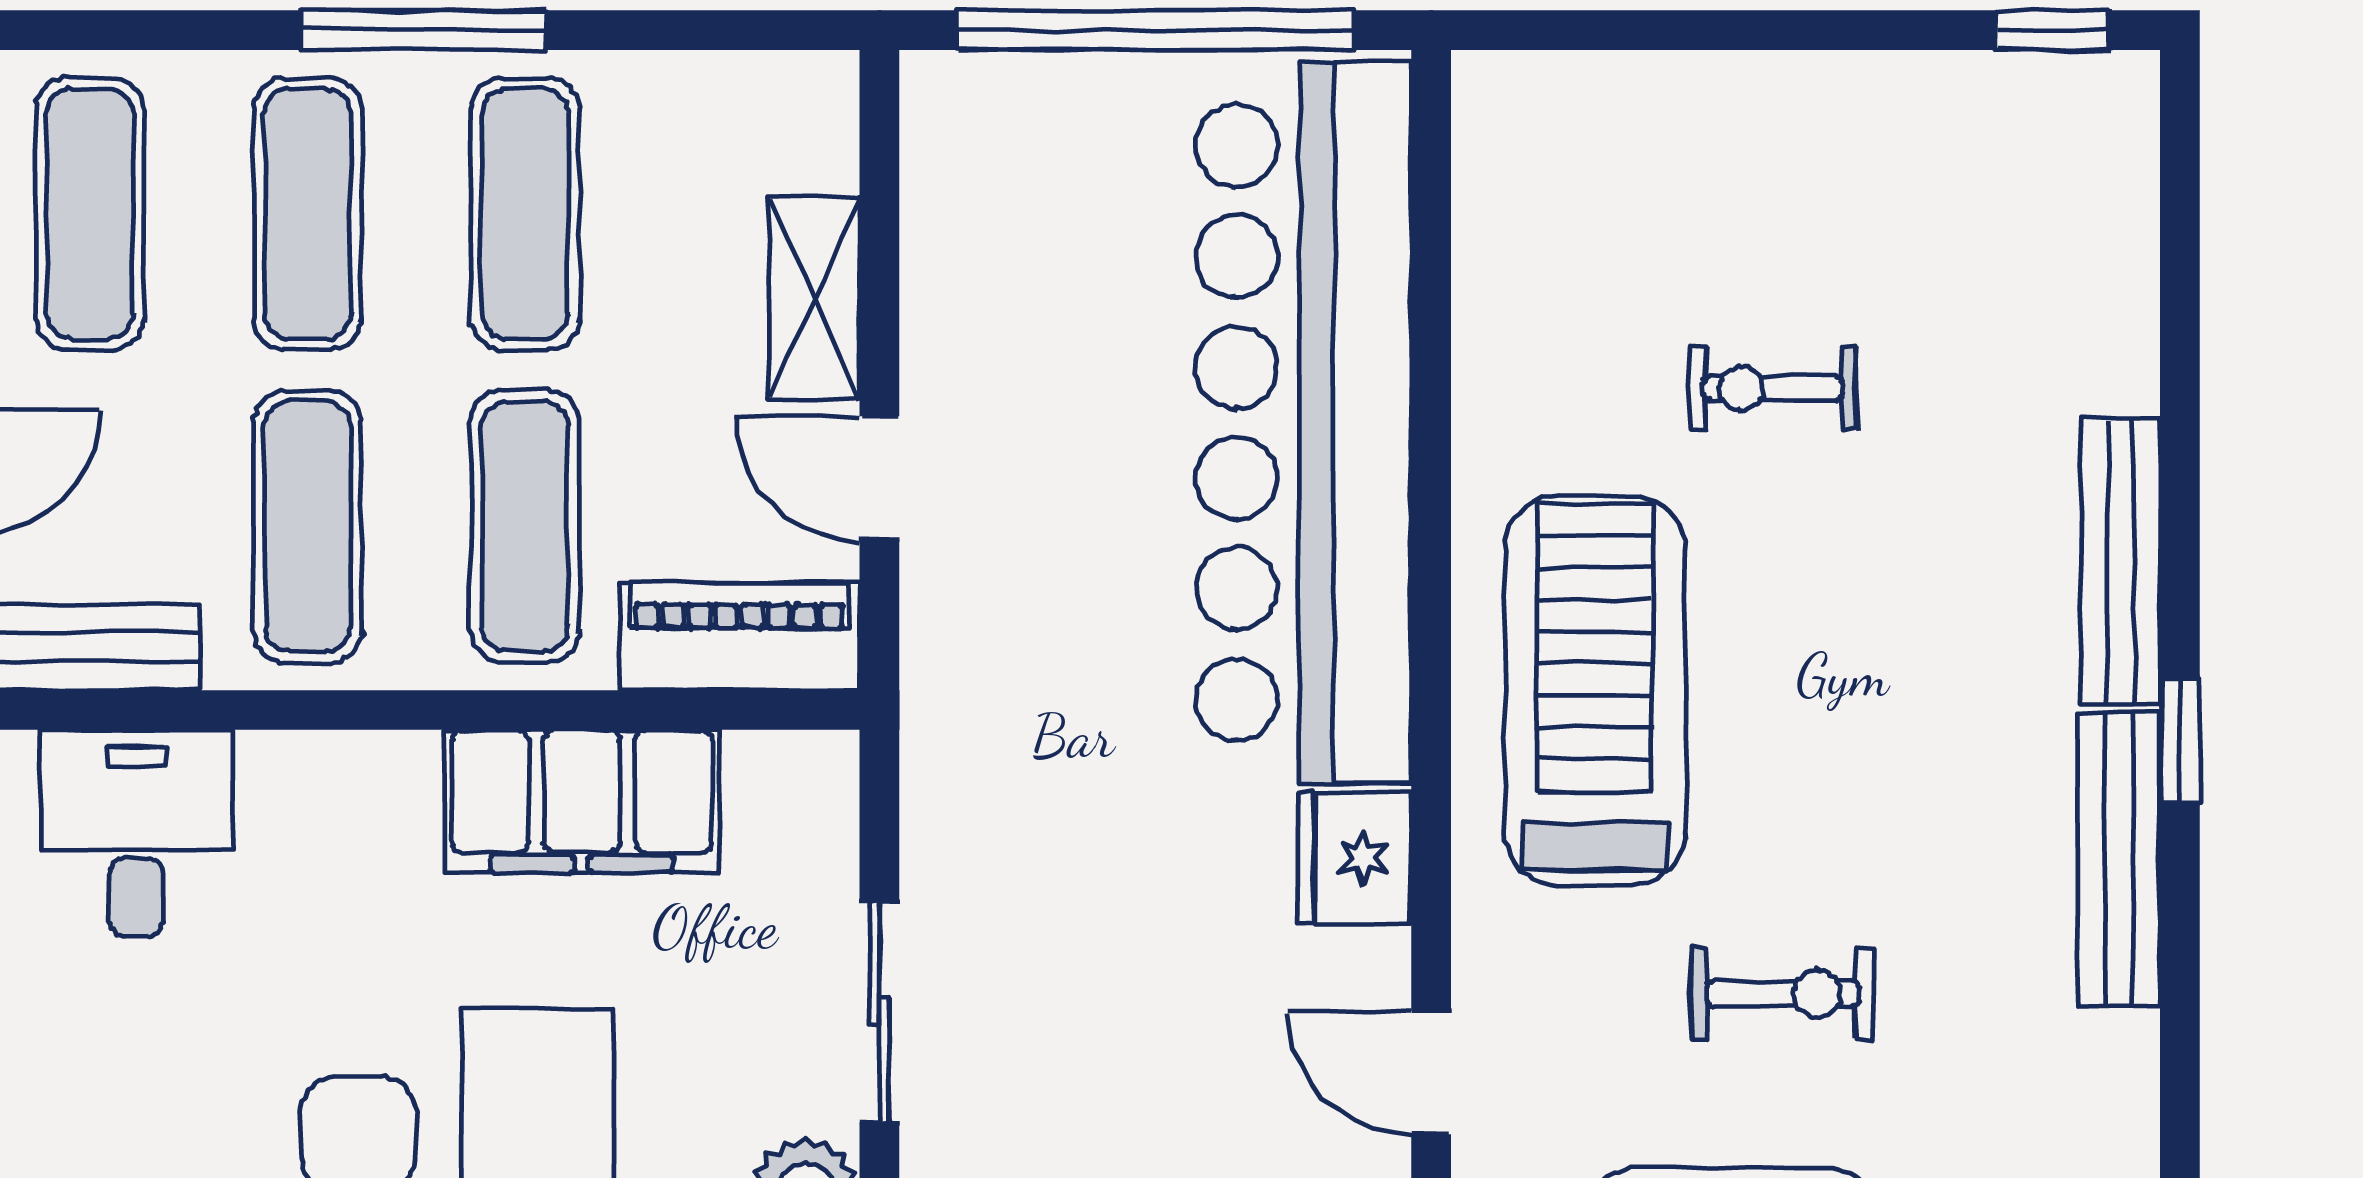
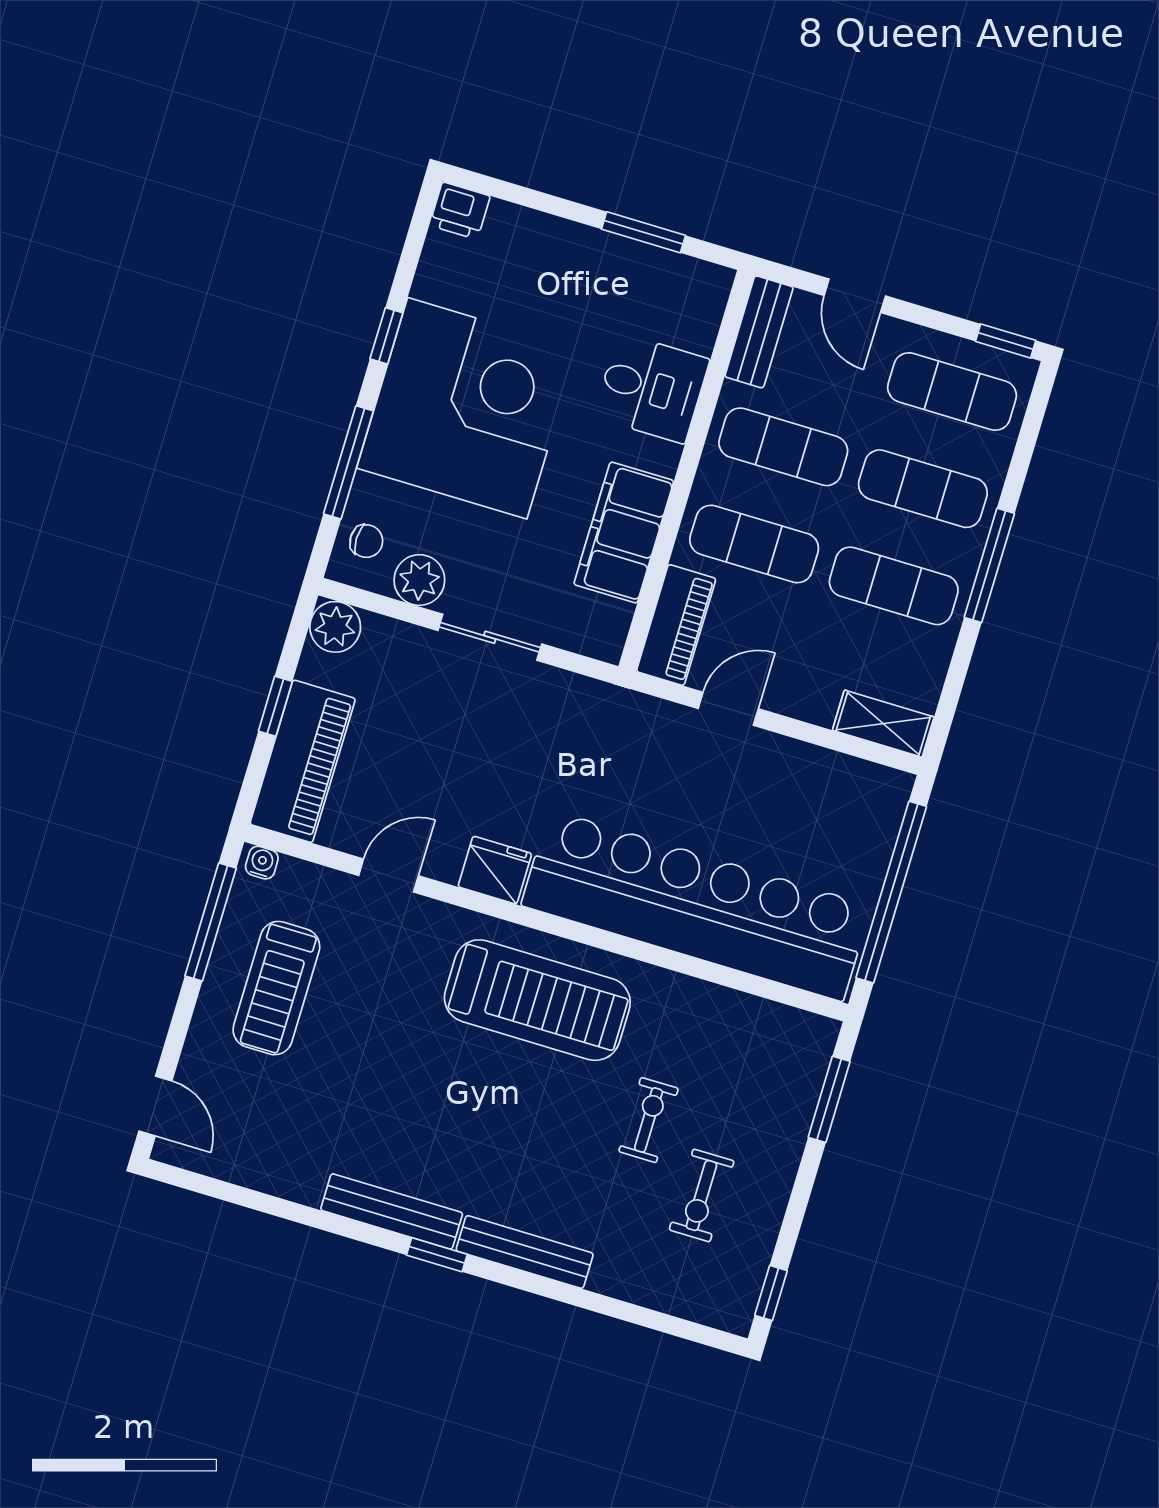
window: (1619, 30) -> (829, 1099), added
shelving: (814, 298) -> (883, 724), moved
desk: (136, 833) -> (652, 388), moved
exercise bike: (1782, 994) -> (702, 1195), moved

